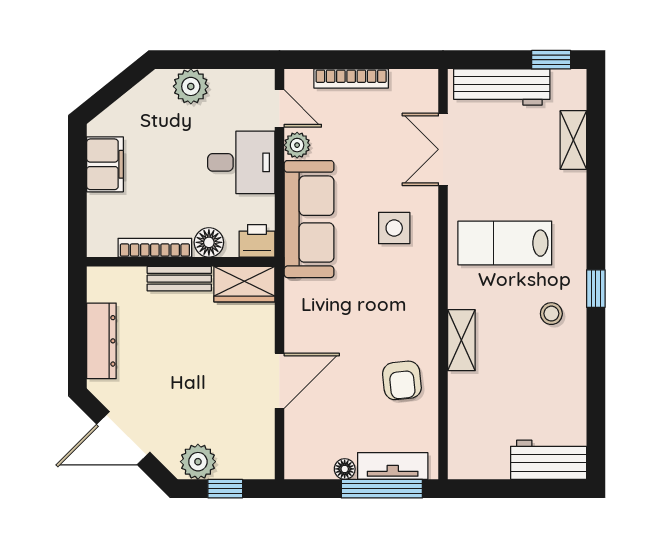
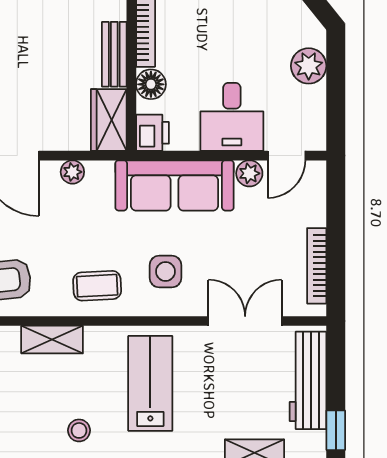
bookcase: (351, 78) -> (317, 266), moved
coffee table: (408, 296) -> (97, 286), added
plant: (296, 320) -> (72, 172), added

